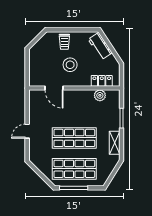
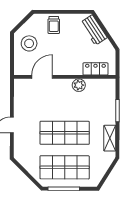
stool: (70, 65) -> (29, 43), moved
door: (54, 88) -> (42, 77), swing flipped
plant: (100, 95) -> (79, 85), moved

